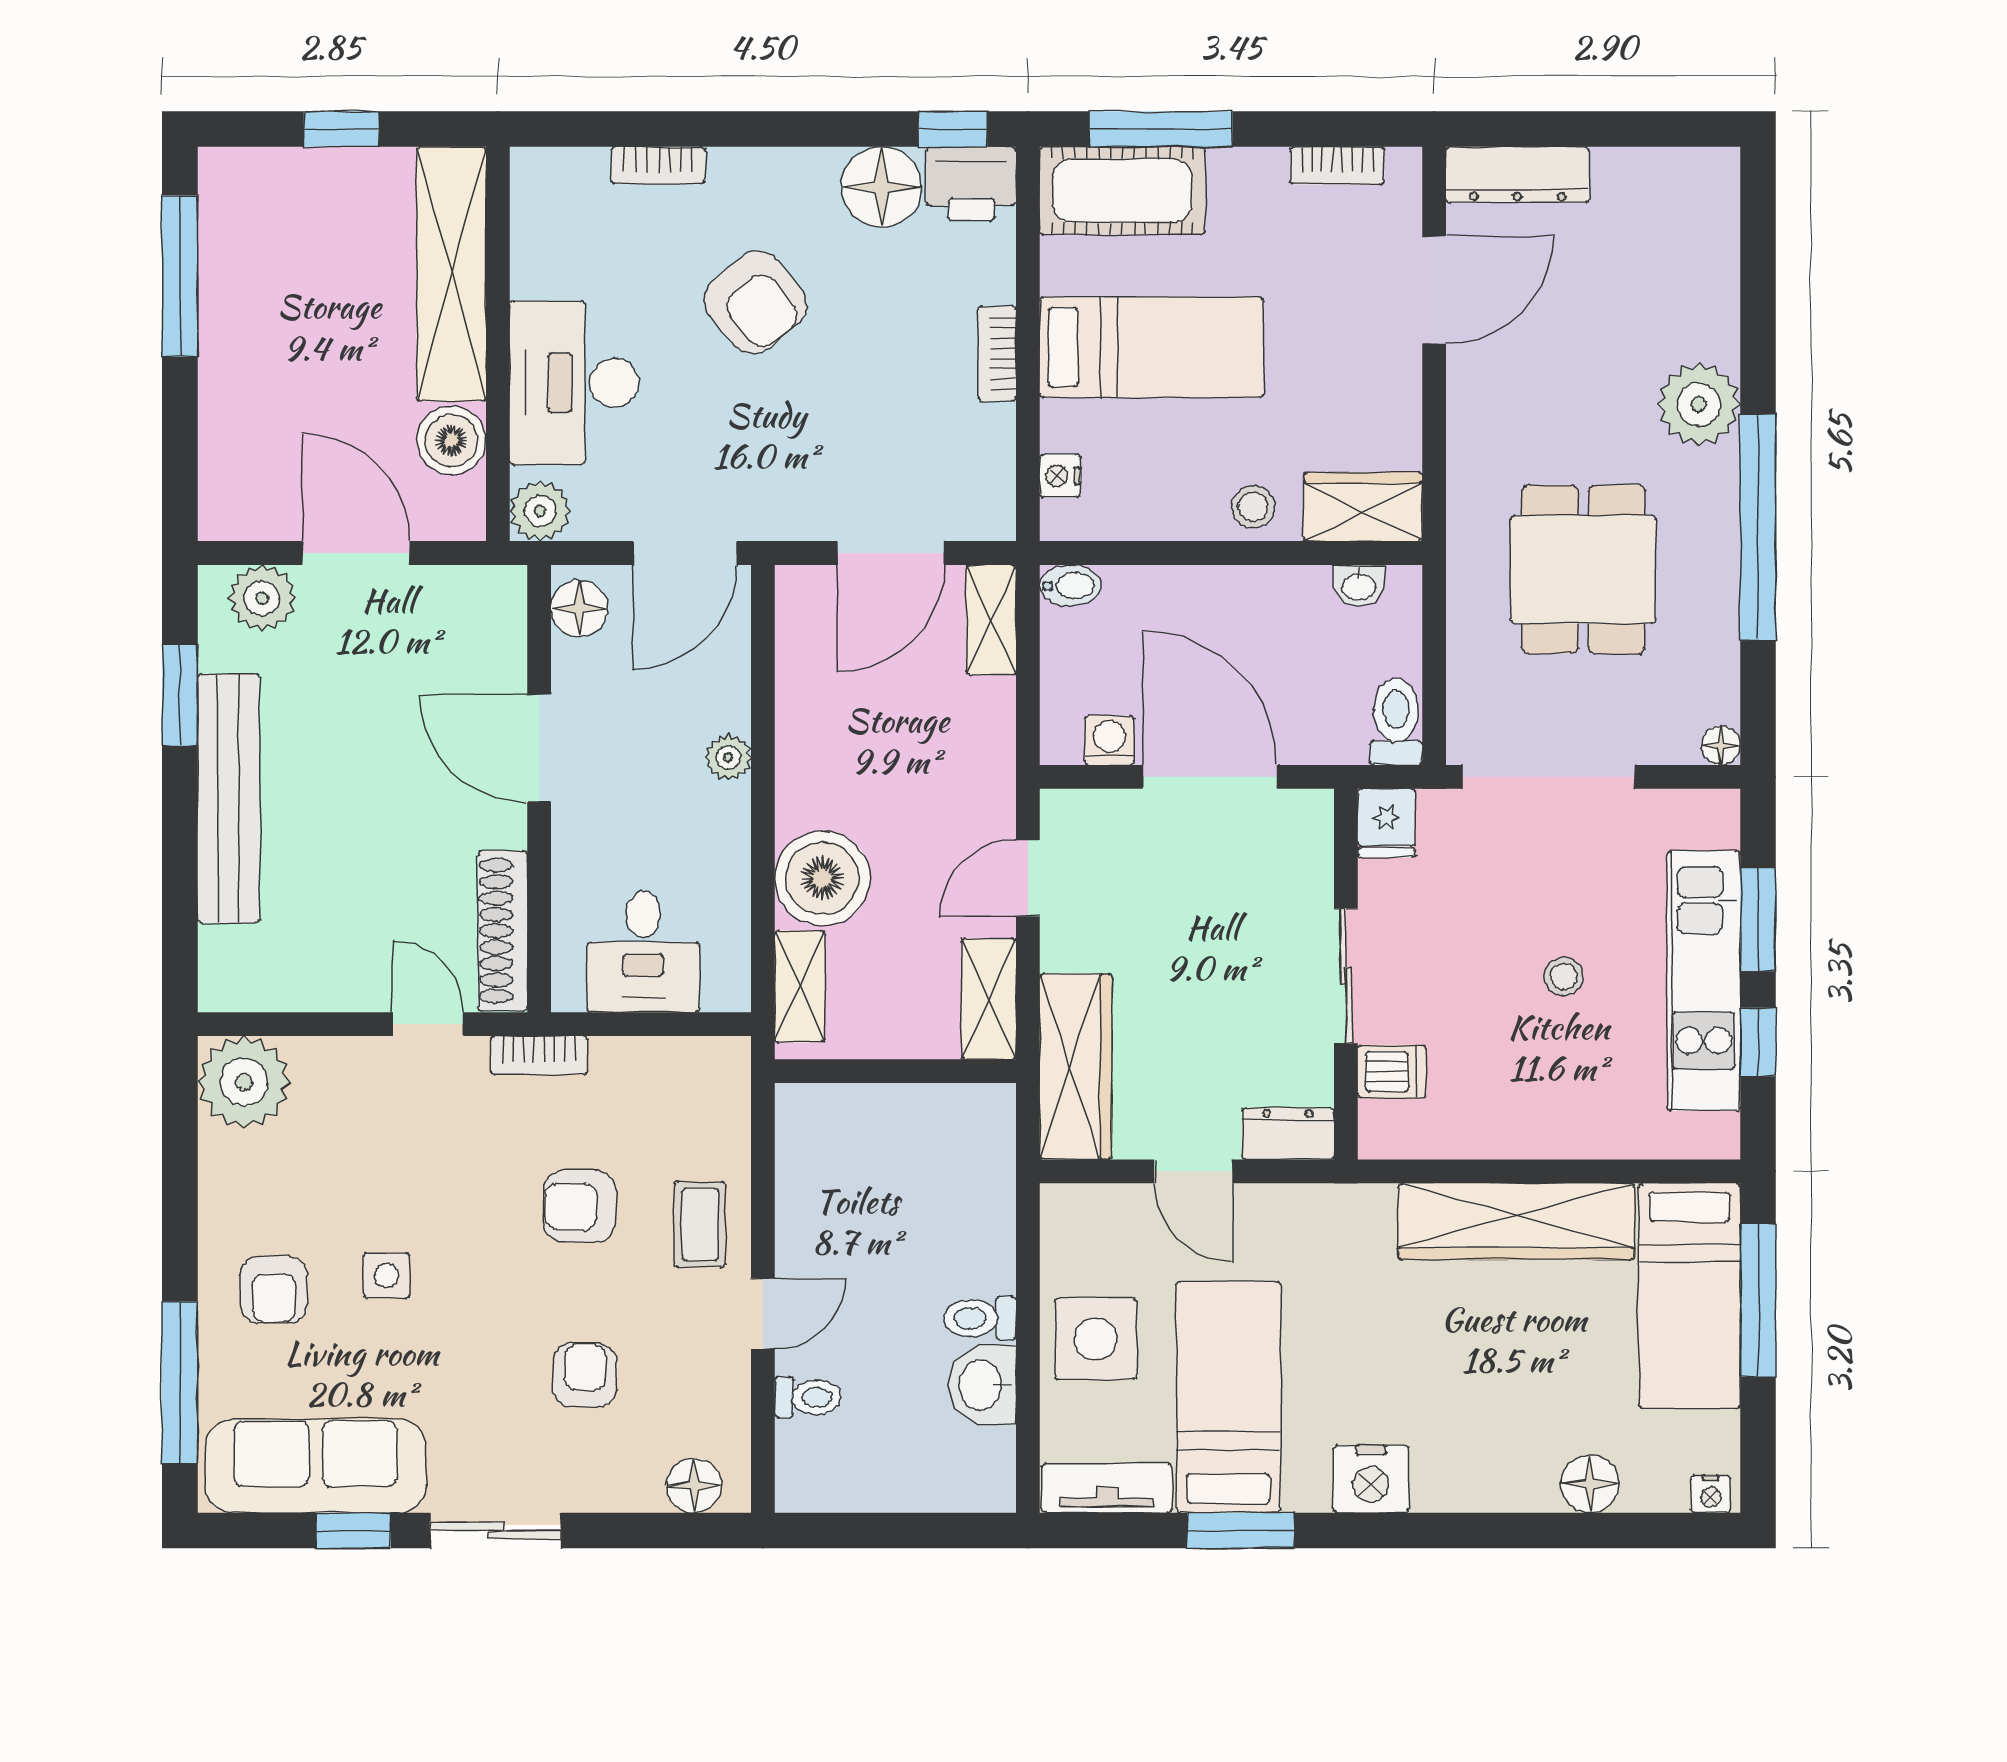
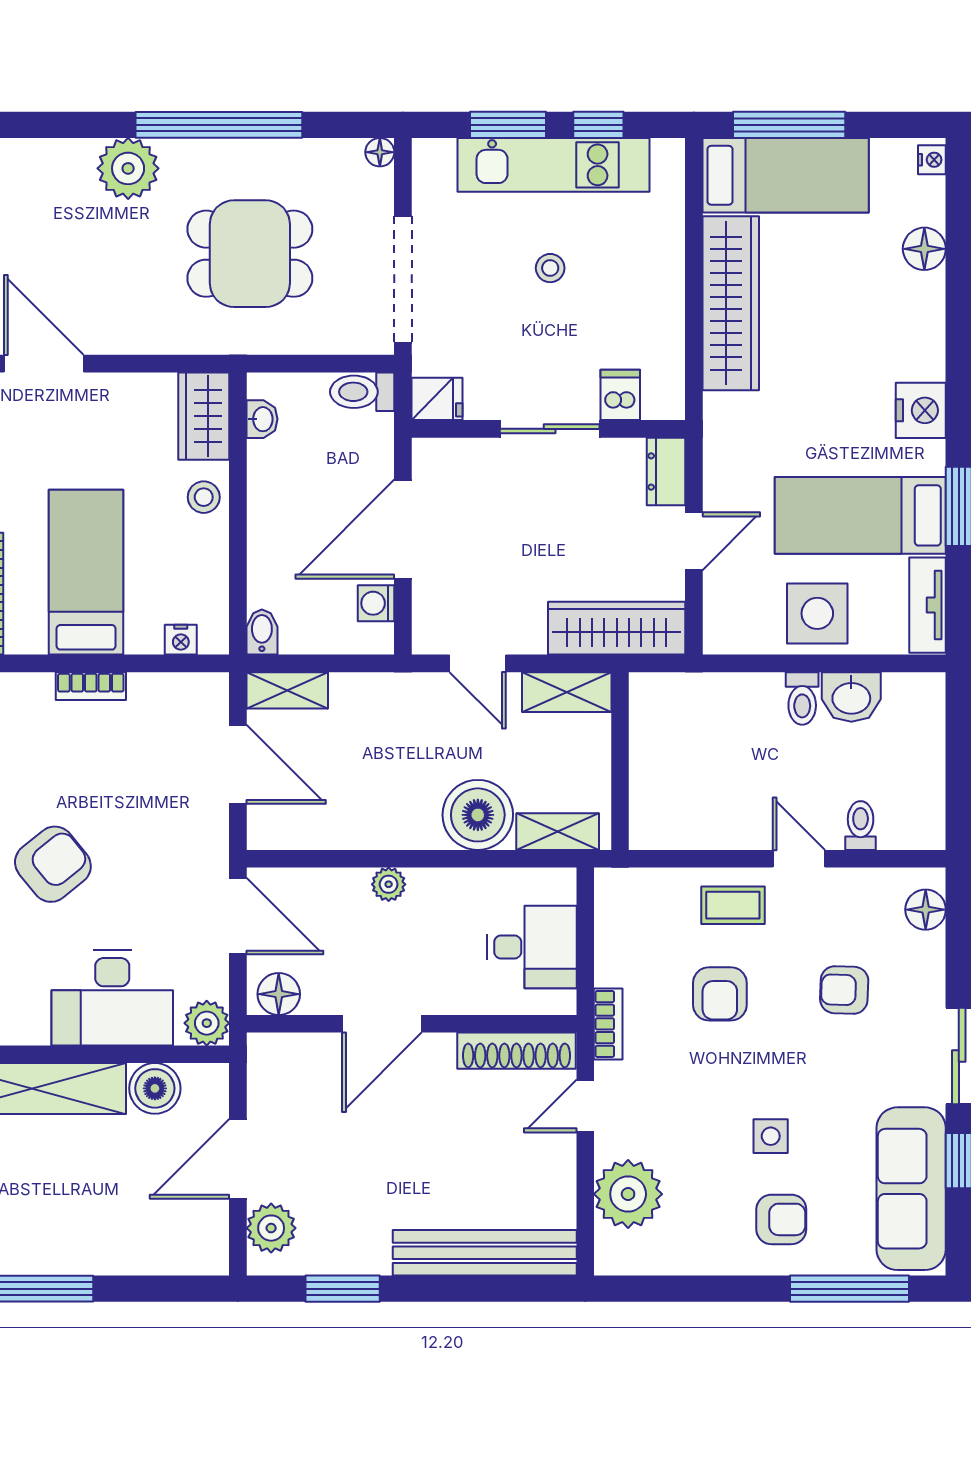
bench: (229, 798) -> (485, 1253), moved
plant: (244, 1082) -> (628, 1194), moved

